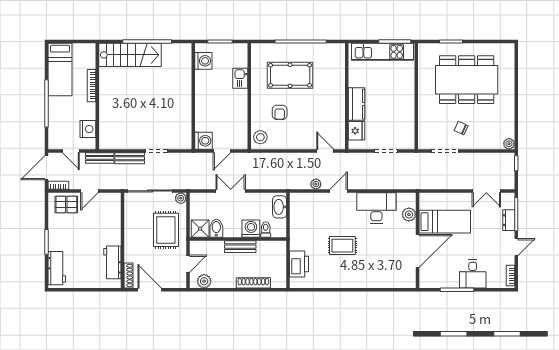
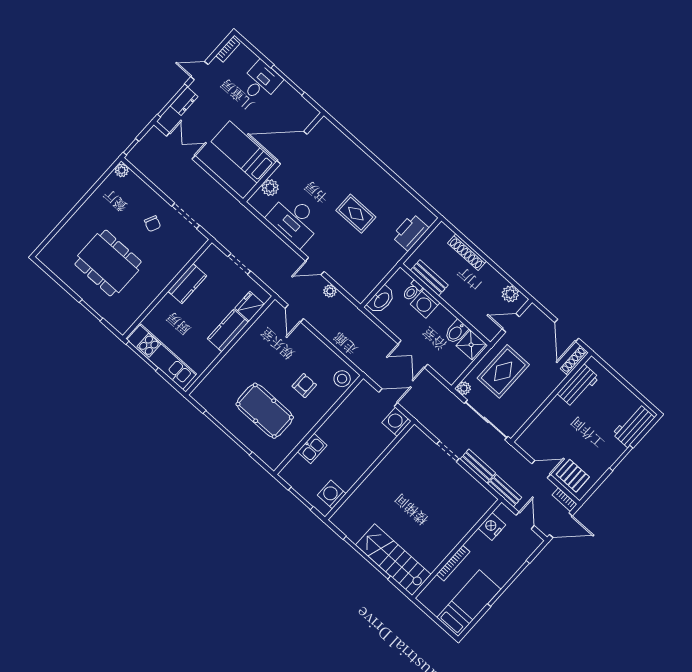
dining table: (467, 80) -> (108, 263), width x0.73, depth x0.80
kitchen counter: (407, 111) -> (187, 284), added
bench: (240, 247) -> (429, 278), moved

